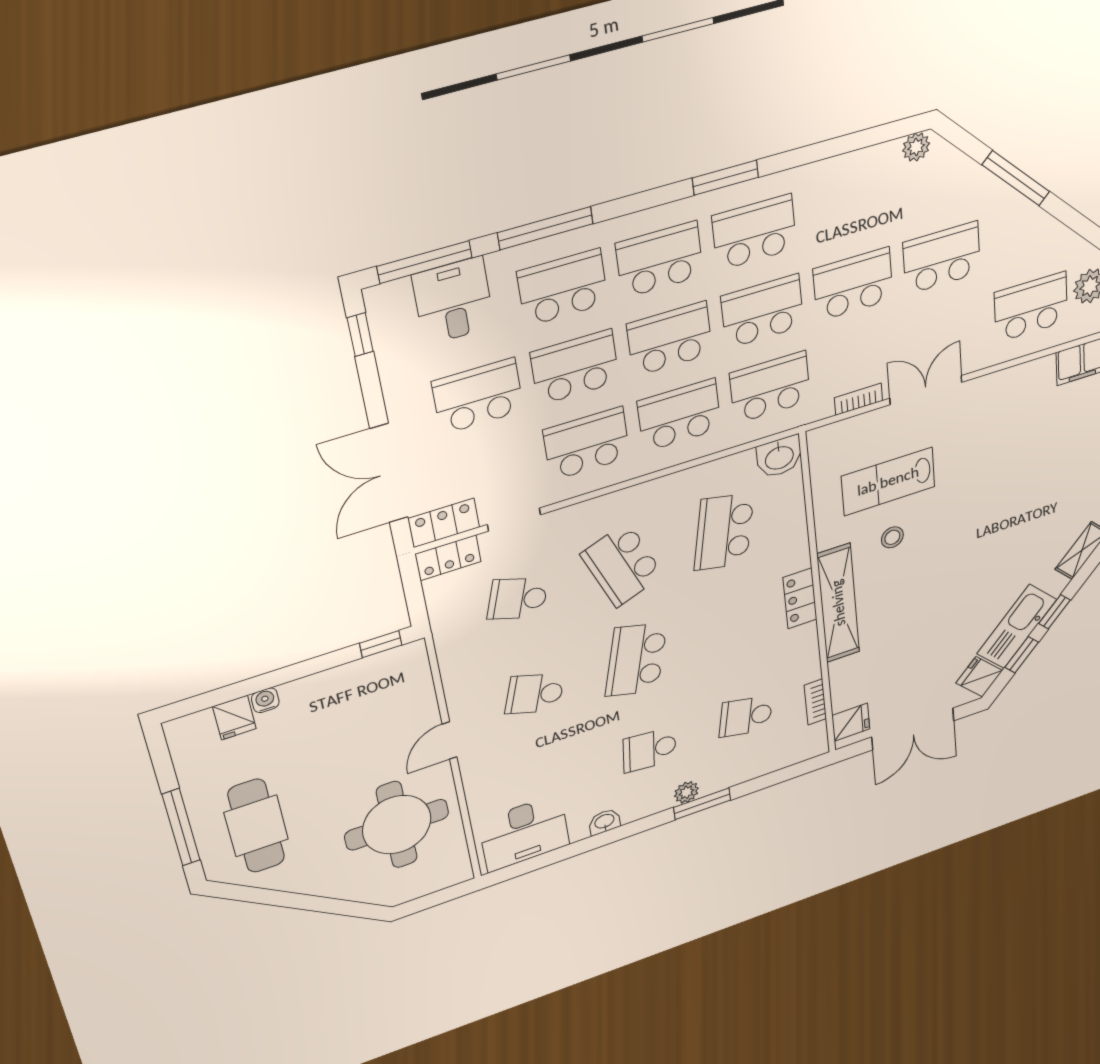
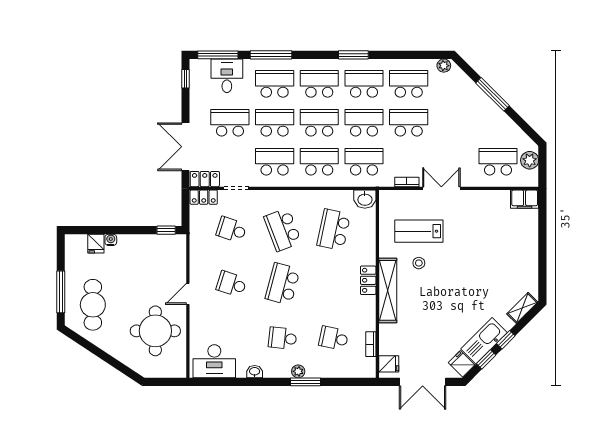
school desk: (942, 258) -> (409, 84), moved

